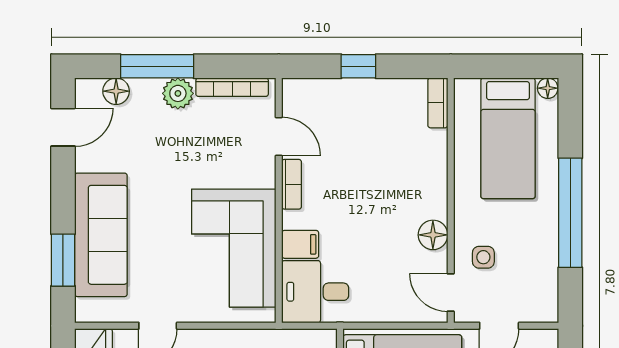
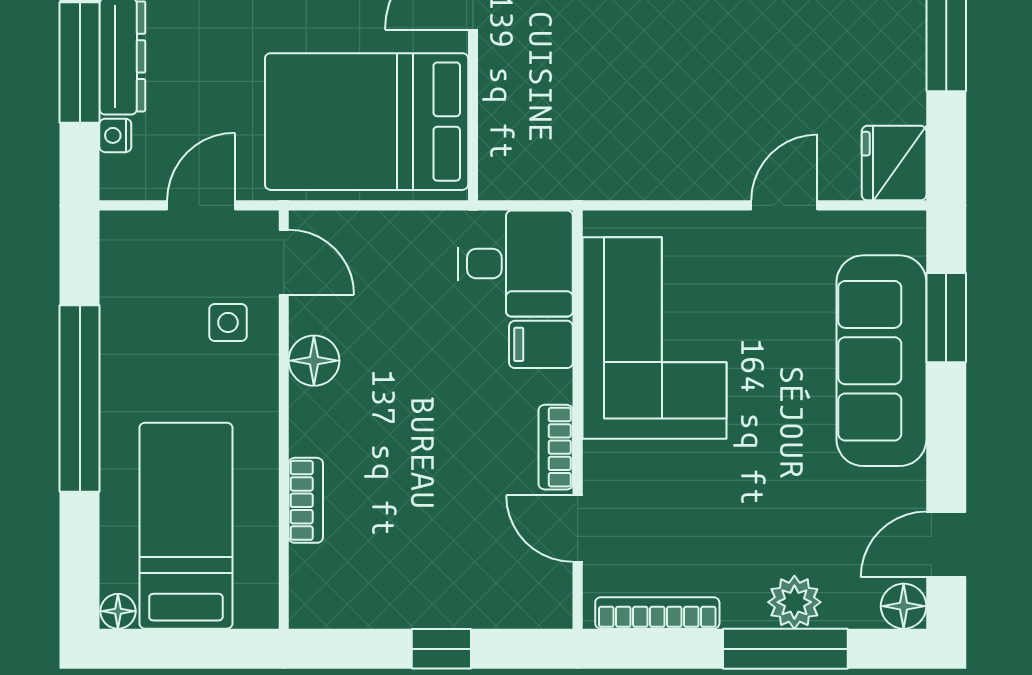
floor lamp: (116, 91) -> (904, 606), moved
plant: (178, 93) -> (794, 602), moved
bookcase: (438, 103) -> (306, 500), moved

